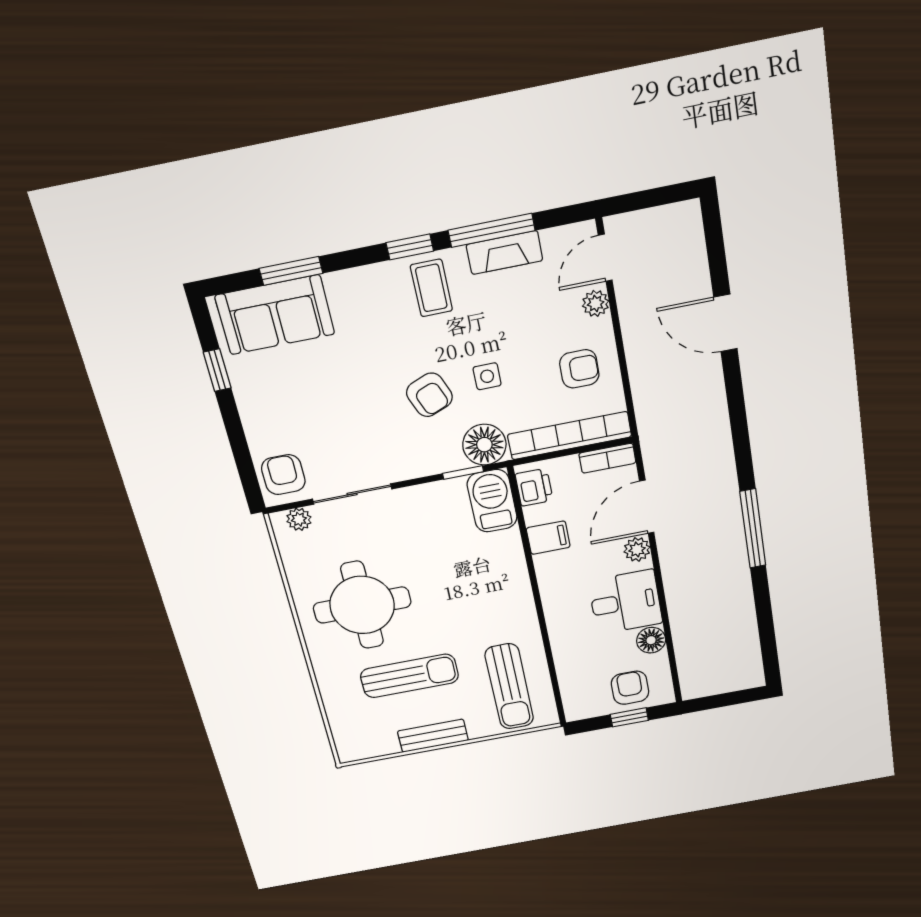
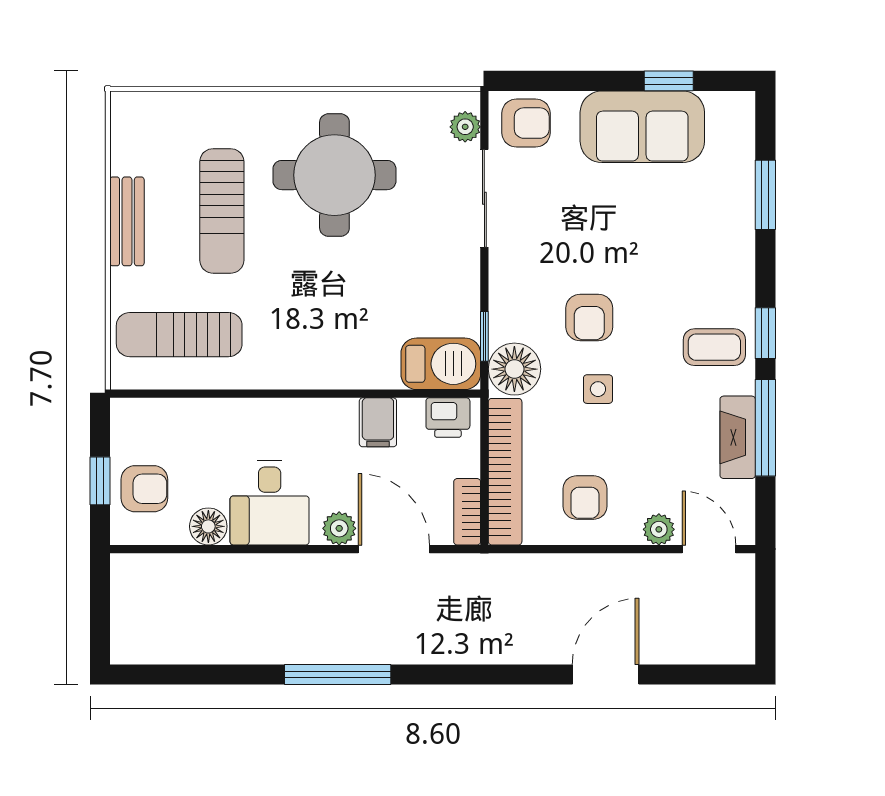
sofa: (275, 315) -> (642, 127), moved, turned -90
armchair: (429, 395) -> (589, 318), turned -68

